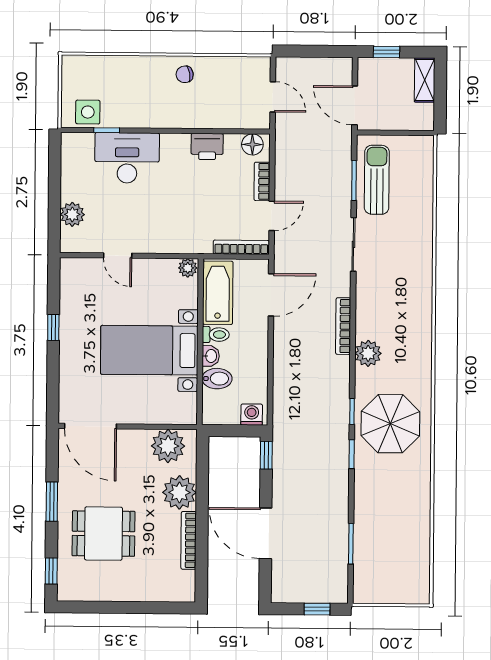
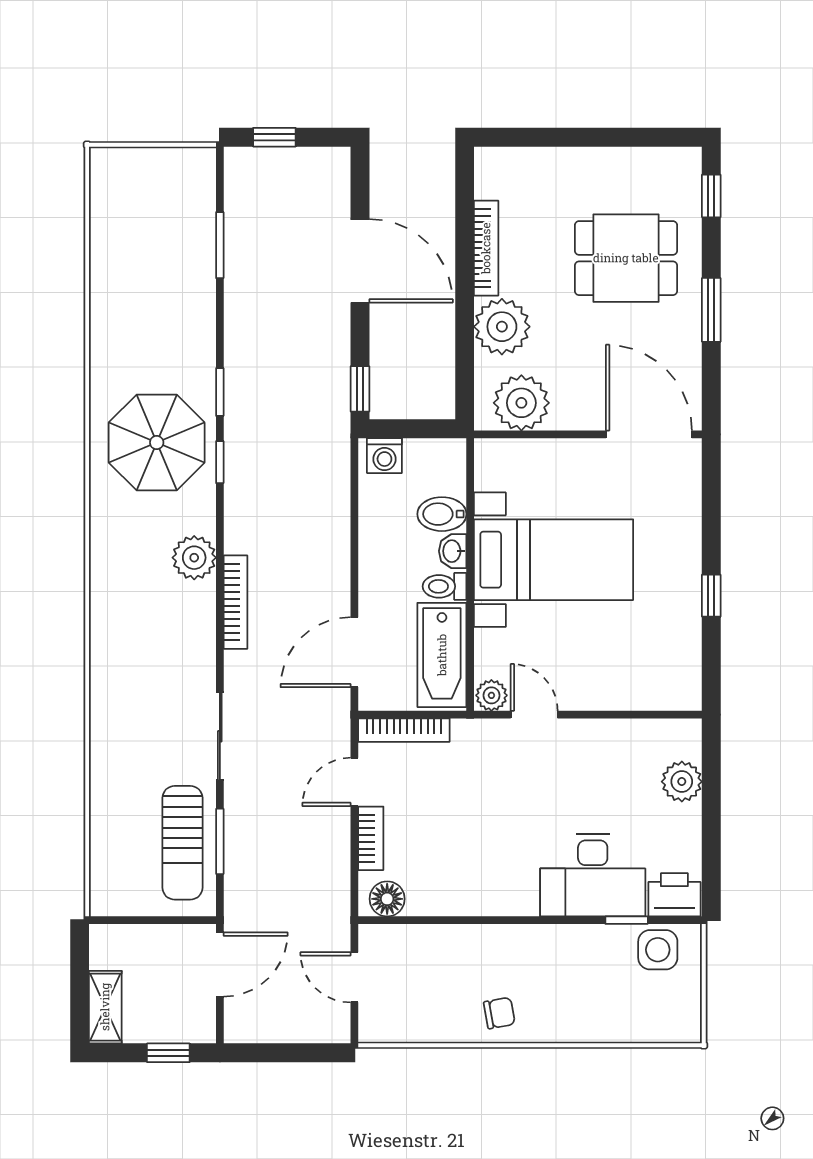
door: (355, 105) -> (220, 965), hinge flipped
printer: (207, 147) -> (674, 895), moved
door: (118, 256) -> (534, 715), moved

